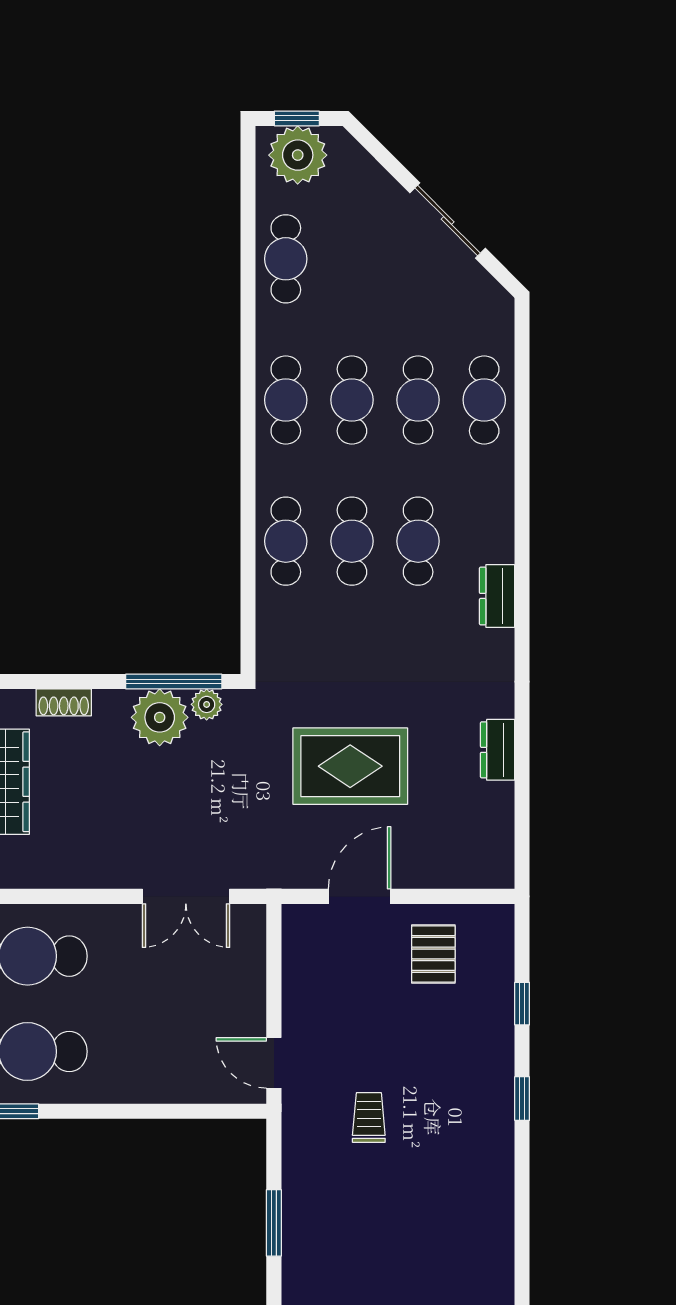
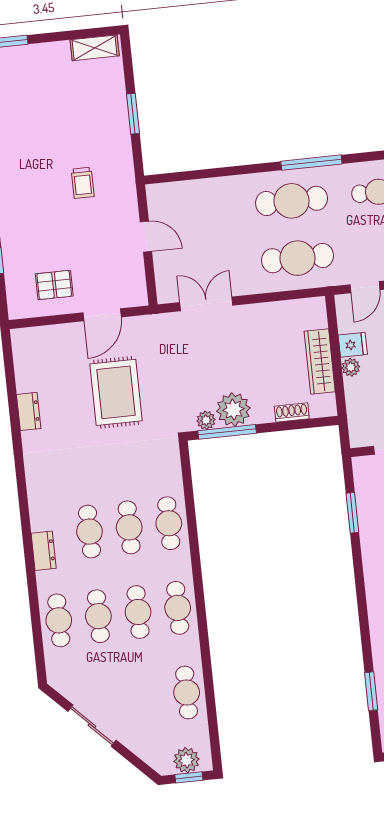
plant: (298, 155) -> (186, 760), width x0.73, depth x0.73
dresser: (497, 596) -> (44, 551), moved
rug: (350, 766) -> (116, 392), turned 90
pallet: (433, 954) -> (54, 285), turned 90
door: (274, 1063) -> (146, 237), moved

